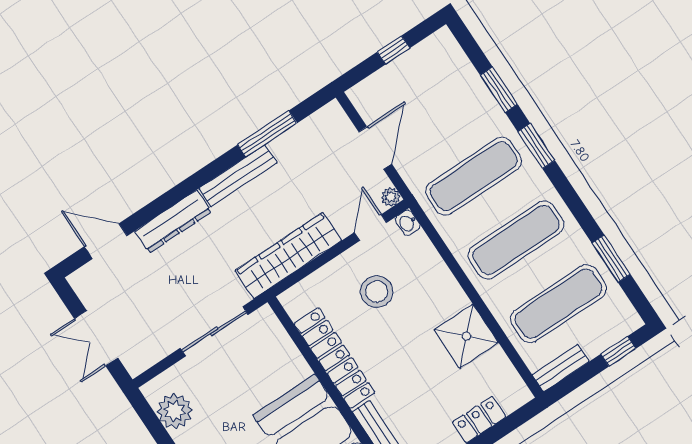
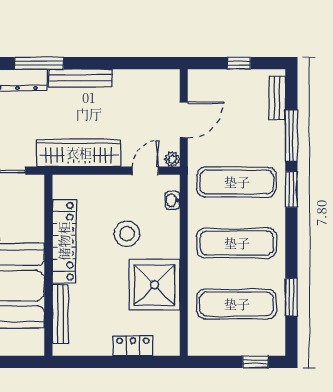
window: (499, 90) -> (291, 136), width x1.44
window: (267, 134) -> (39, 63), moved
washbasin: (408, 223) -> (172, 200), moved
stool: (377, 292) -> (127, 234), moved
shower: (466, 336) -> (154, 285), width x1.37, depth x1.37
bench: (561, 368) -> (277, 98), moved, turned 90

